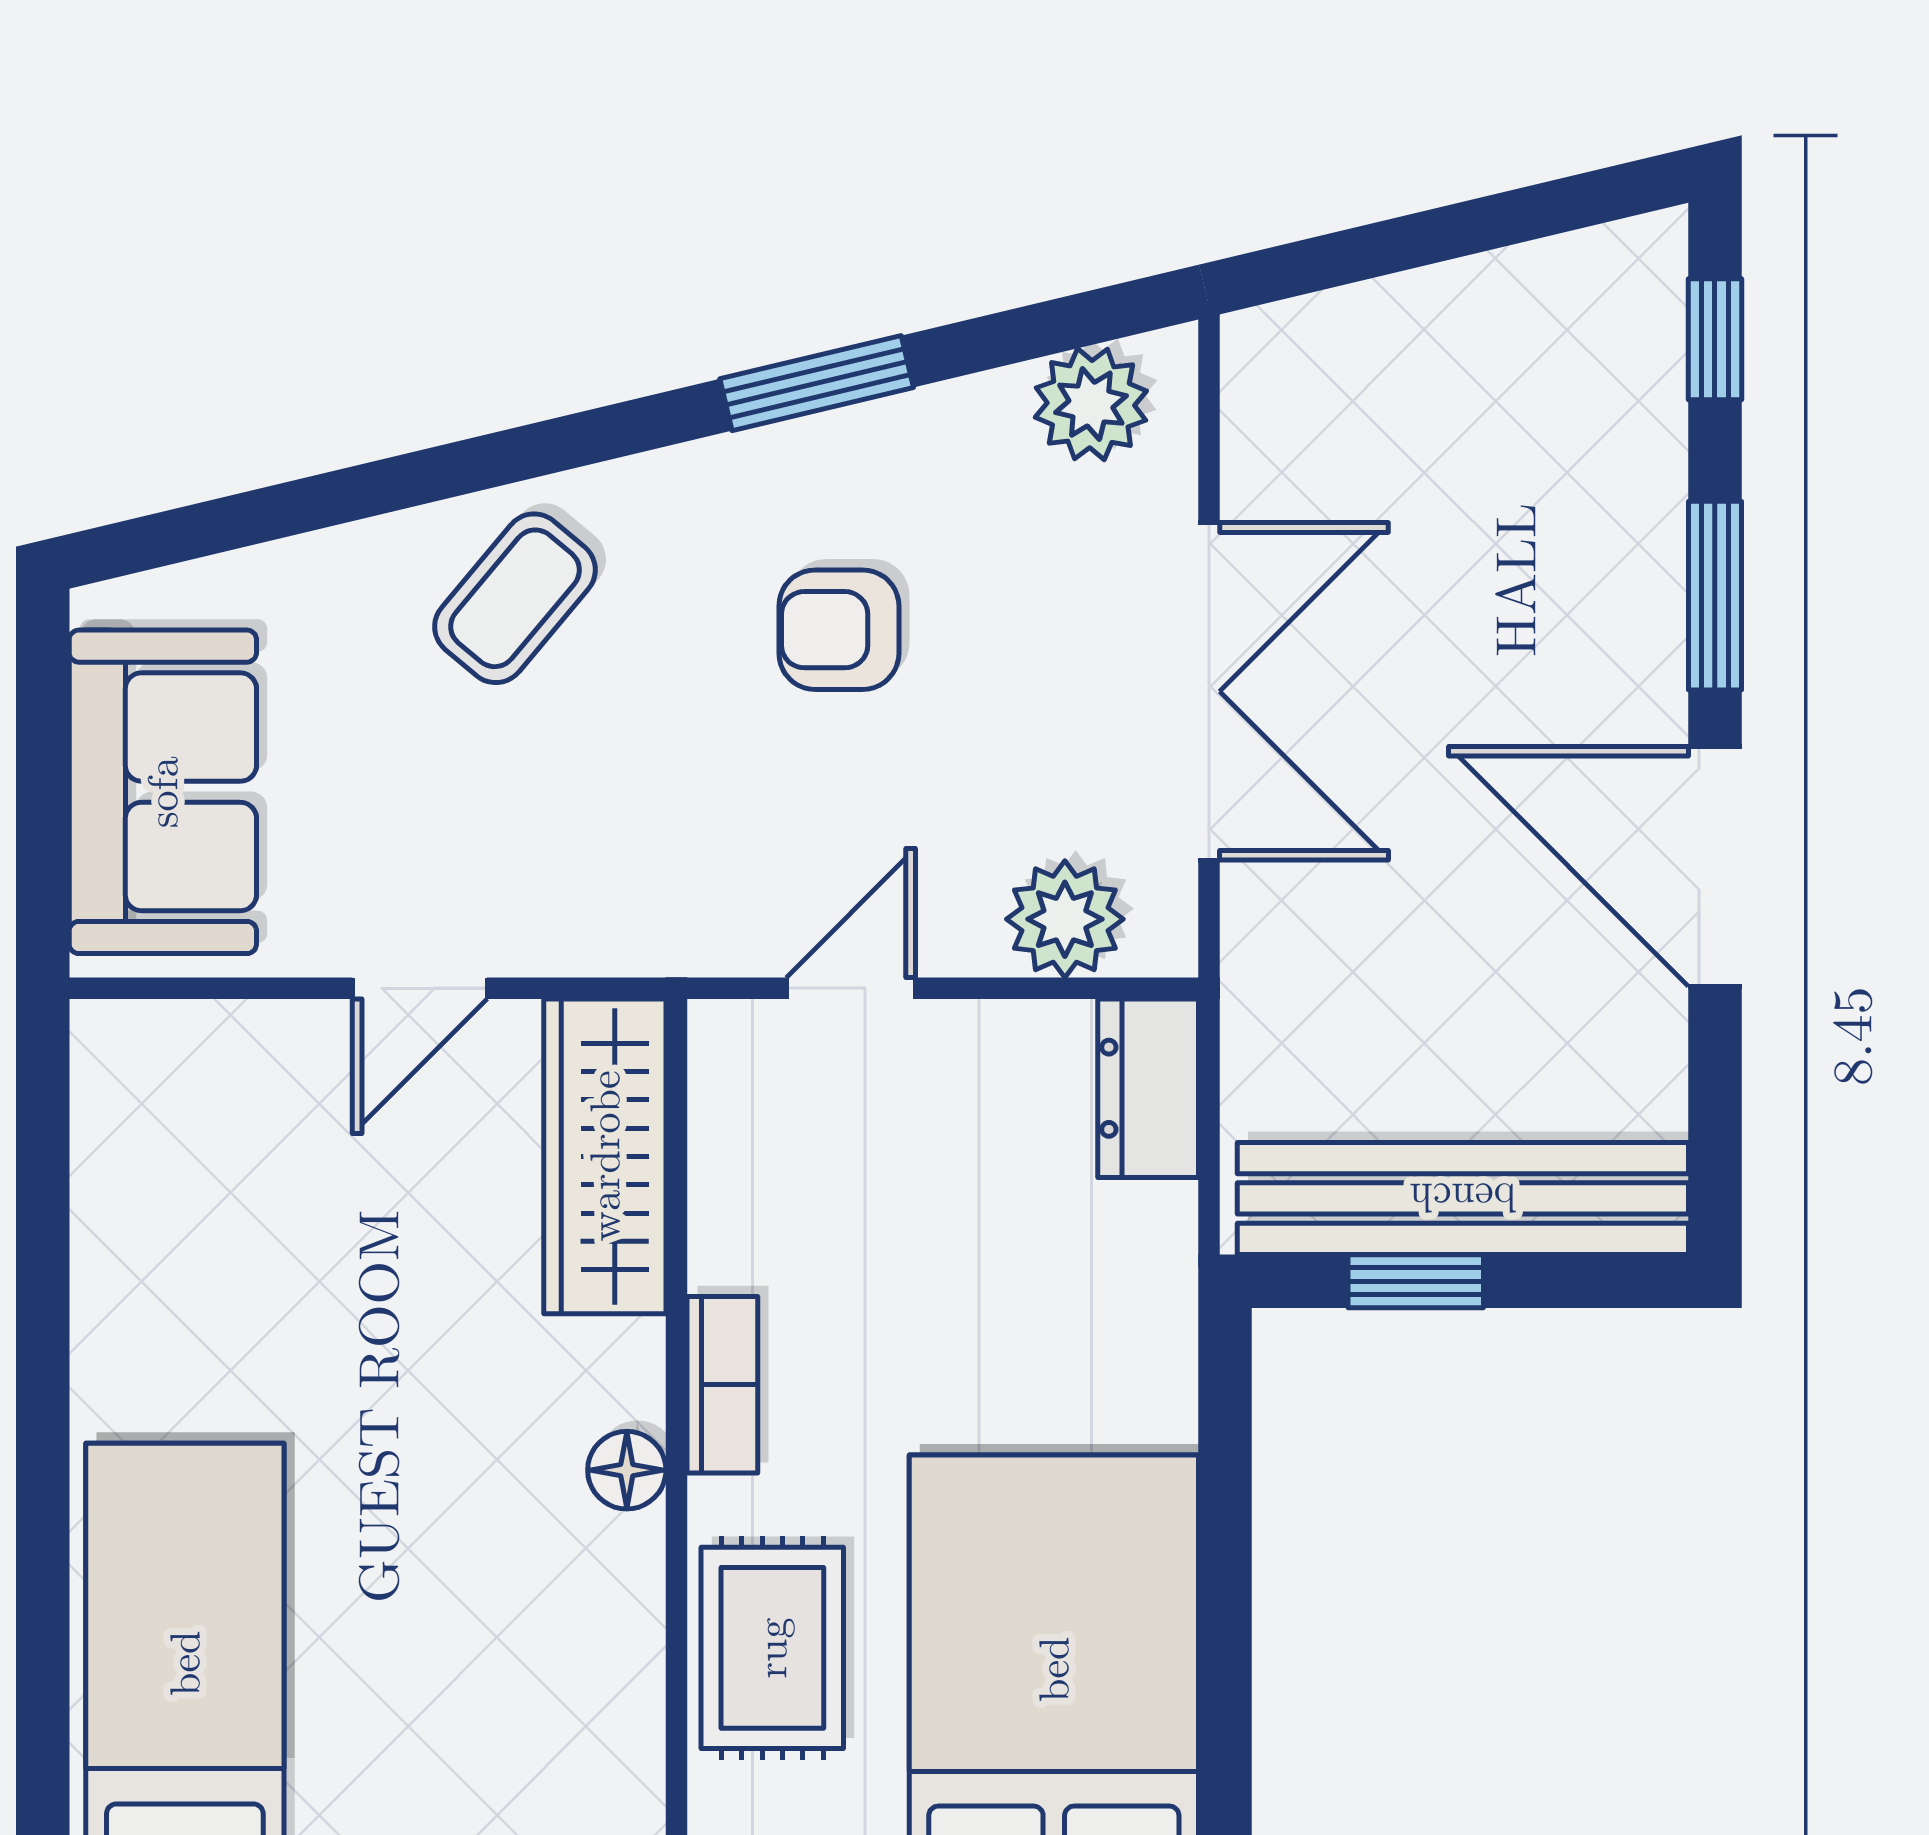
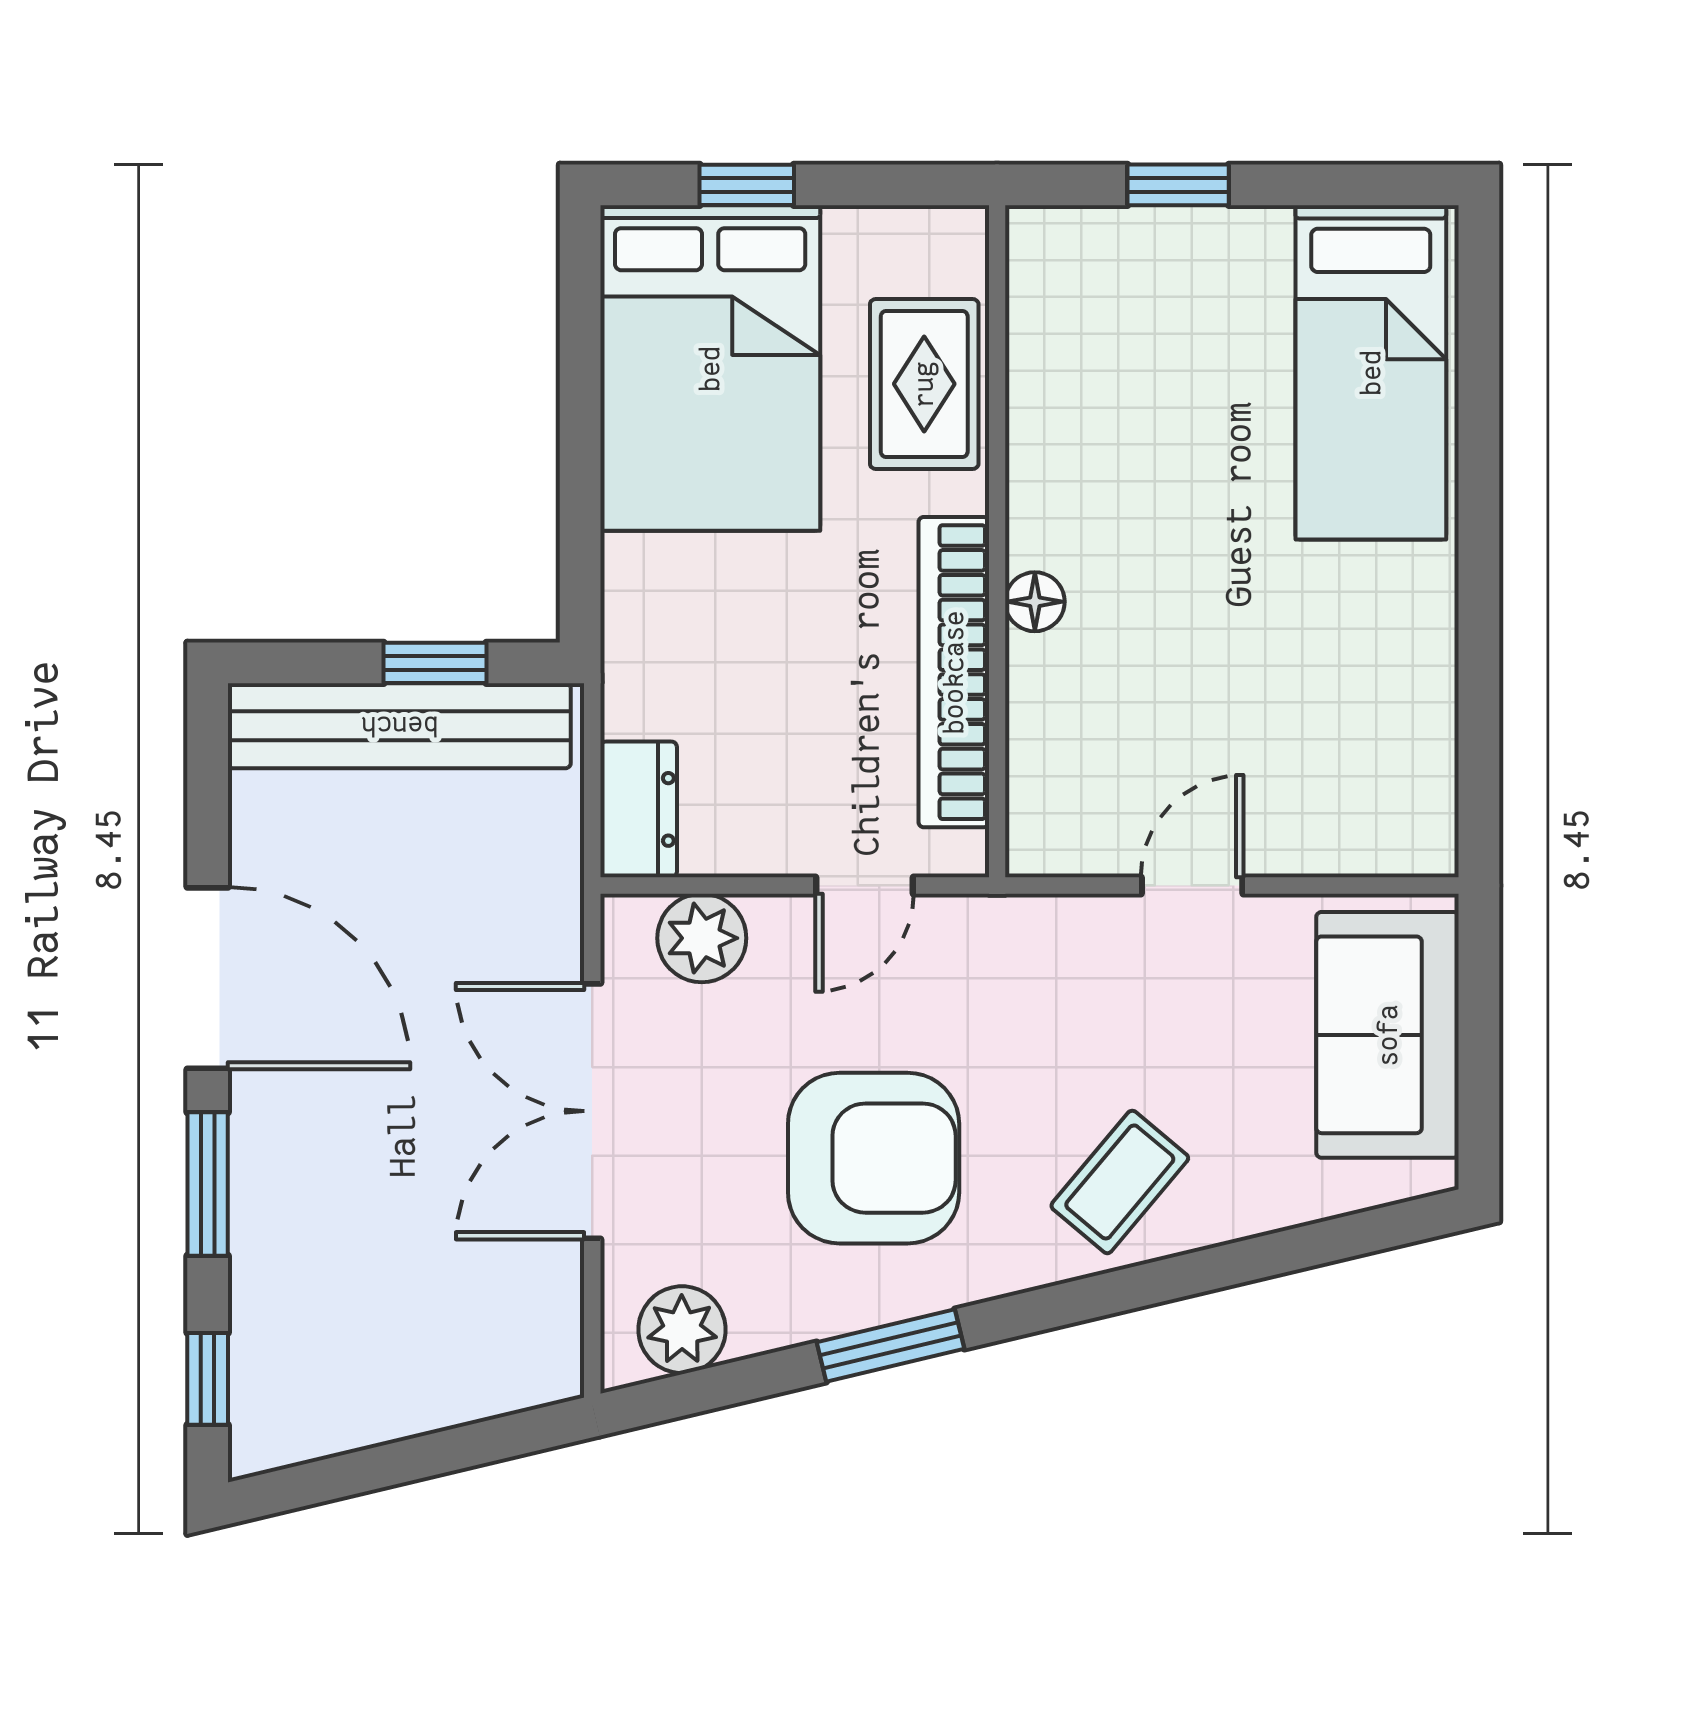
armchair: (839, 630) -> (874, 1158), width x1.88, depth x1.88
wardrobe: (605, 1156) -> (1052, 758), removed
bookcase: (722, 1385) -> (954, 672), width x2.31, depth x1.31
floor lamp: (627, 1470) -> (1035, 602), moved

